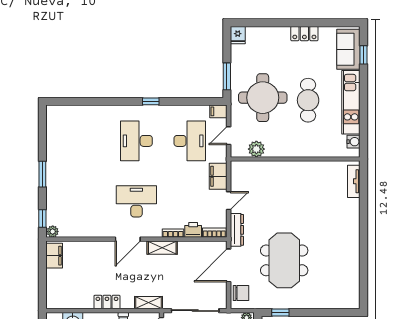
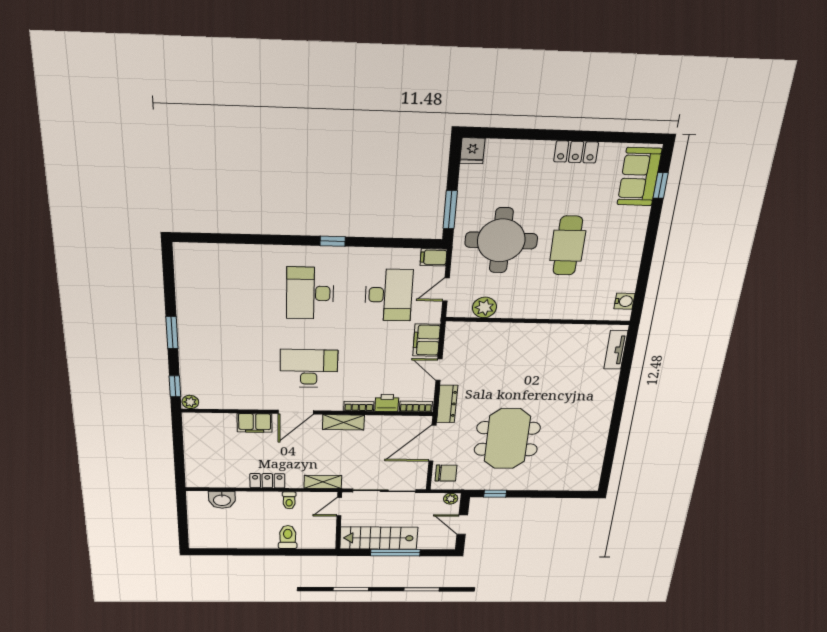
kitchen unit: (351, 102) -> (630, 250), removed
door: (229, 201) -> (439, 370), swing flipped
filing cabinet: (54, 256) -> (255, 423), moved, turned 90

